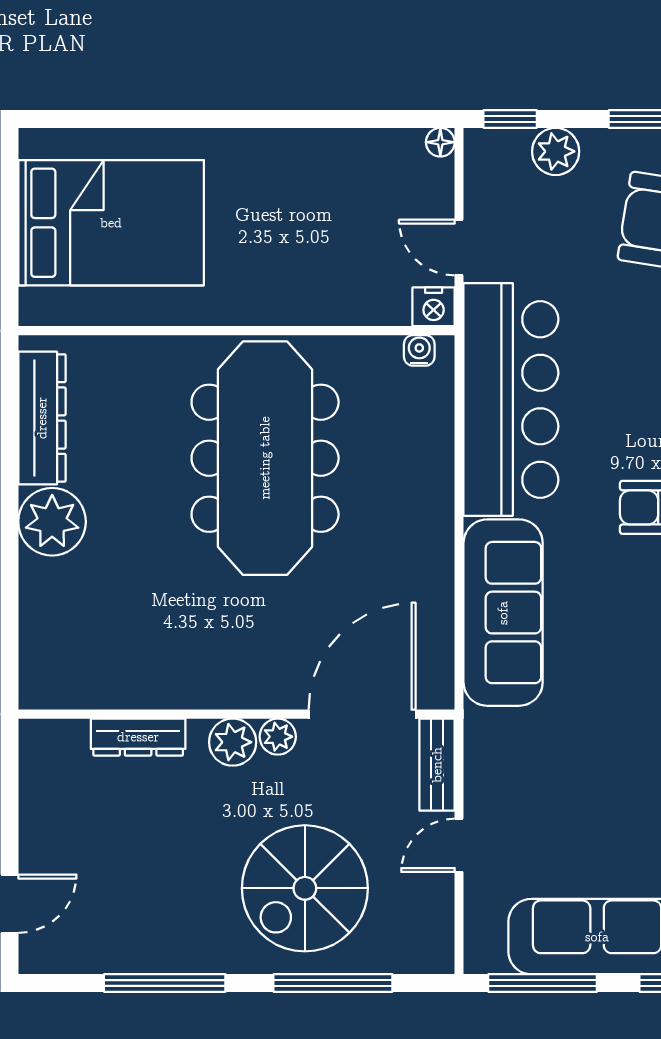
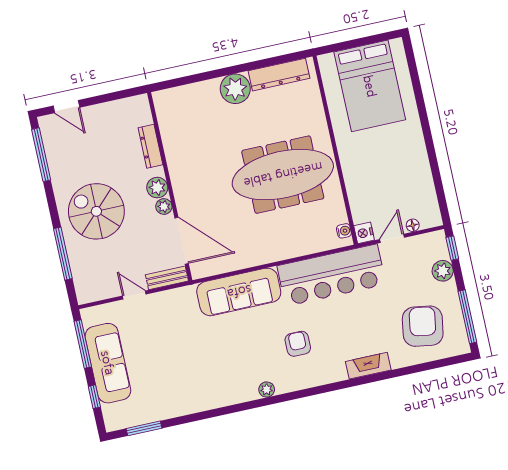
floor lamp: (440, 142) -> (413, 225), moved
spiral stairs: (305, 888) -> (96, 211), moved
window: (165, 983) -> (41, 155), moved

